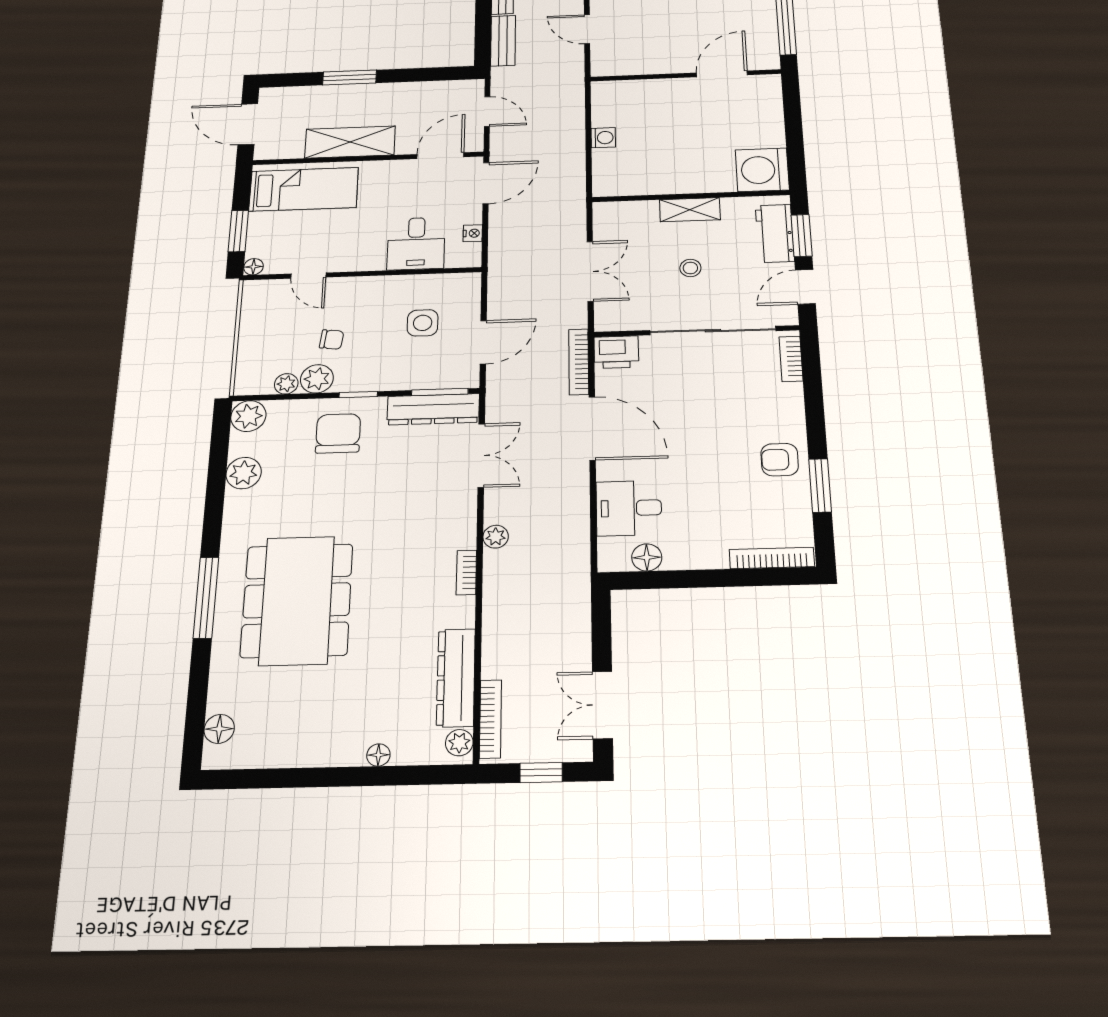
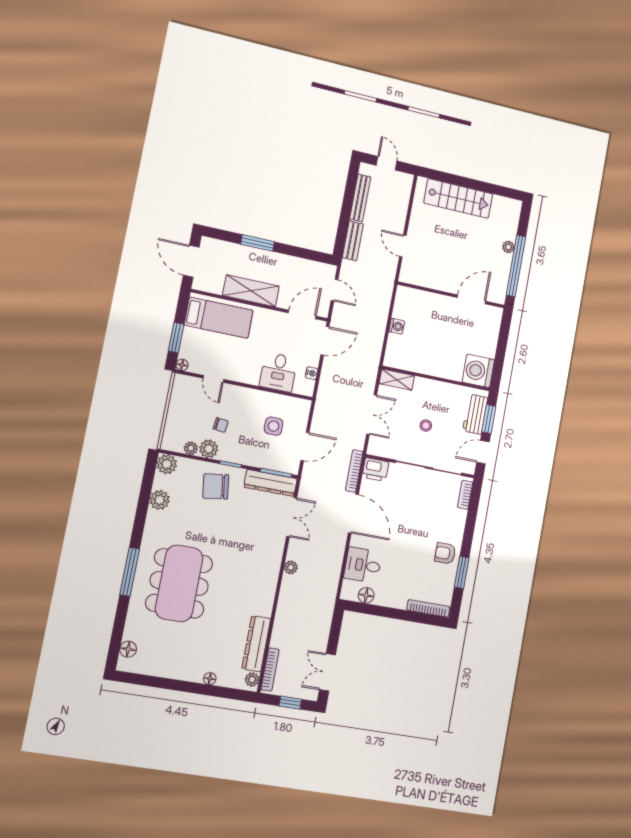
shelving: (690, 210) -> (397, 380), moved
chair: (338, 433) -> (216, 486), turned -98
bookcase: (466, 573) -> (272, 585), removed

